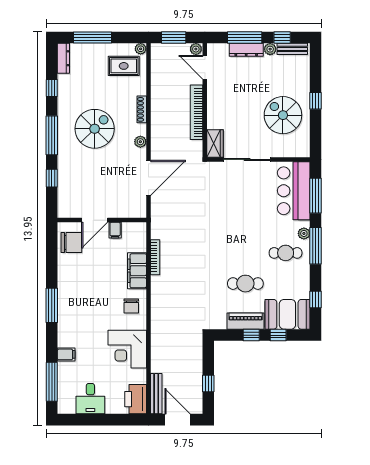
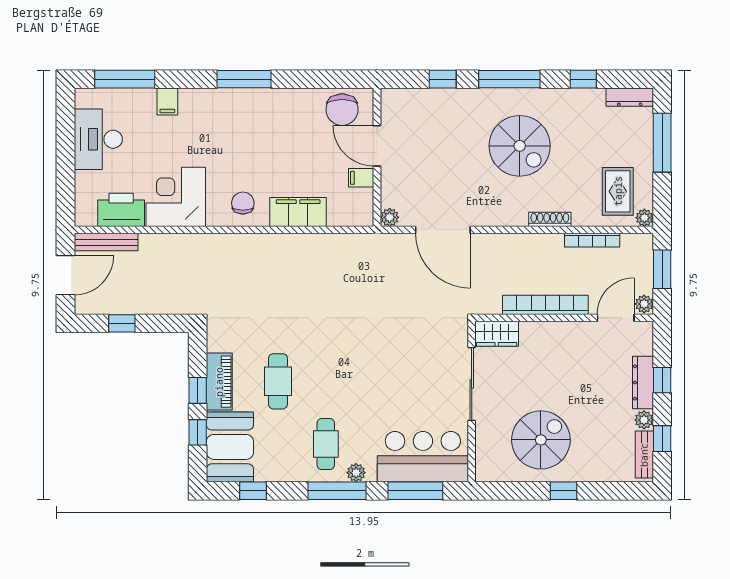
window: (245, 38) -> (662, 380), width x0.46
plant: (140, 142) -> (390, 217), moved
bookcase: (155, 257) -> (592, 240), moved
chair: (131, 306) -> (243, 203), turned 90
desk: (90, 399) -> (98, 139), width x1.37
printer: (136, 399) -> (121, 210), moved

